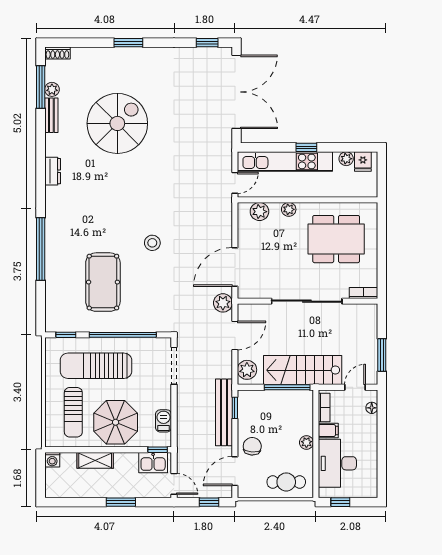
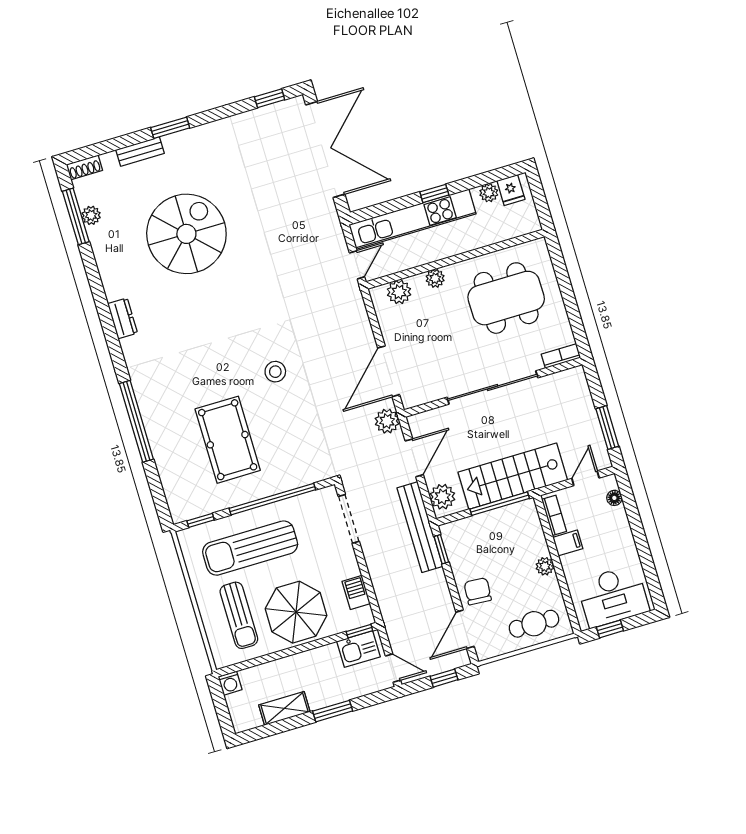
bench: (51, 115) -> (140, 152), moved, turned 90
bench: (224, 412) -> (420, 527), moved
shelving: (95, 460) -> (284, 708), moved
desk: (337, 463) -> (613, 596), moved, turned -90

